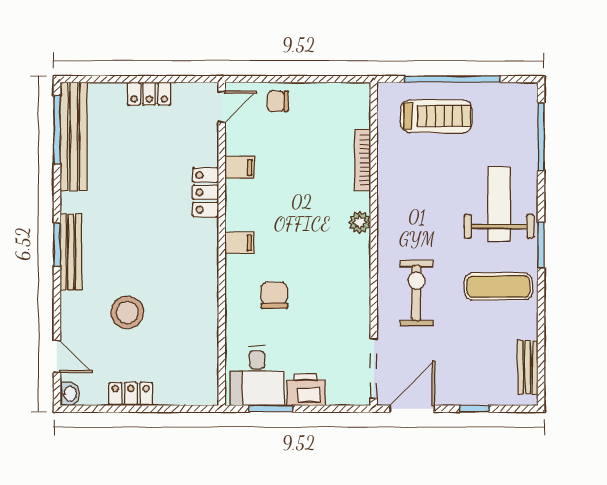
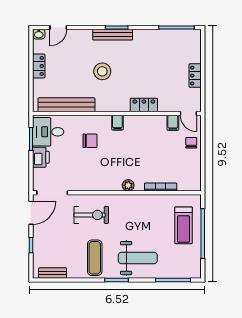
bench: (74, 137) -> (66, 105), moved
filing cabinet: (240, 167) -> (173, 123), moved
stool: (127, 312) -> (102, 71), moved
door: (412, 409) -> (31, 213), hinge flipped

